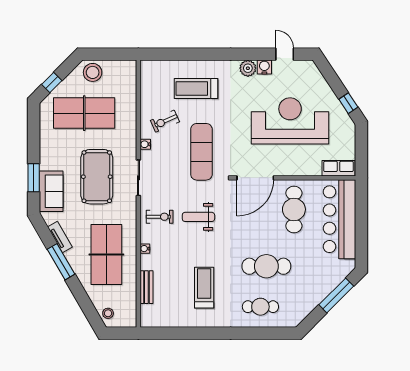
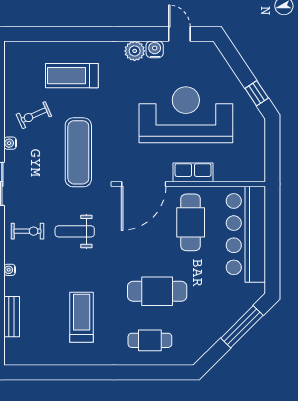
row of seats: (338, 168) -> (193, 172), moved

